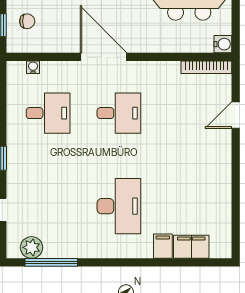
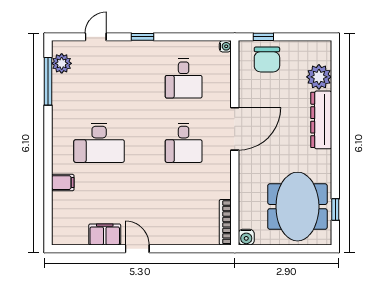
chair: (27, 21) -> (267, 59), width x1.87, depth x1.87
water cooler: (33, 67) -> (225, 46), moved
door: (236, 115) -> (137, 249), moved
filing cabinet: (191, 247) -> (105, 234), moved, turned -90

